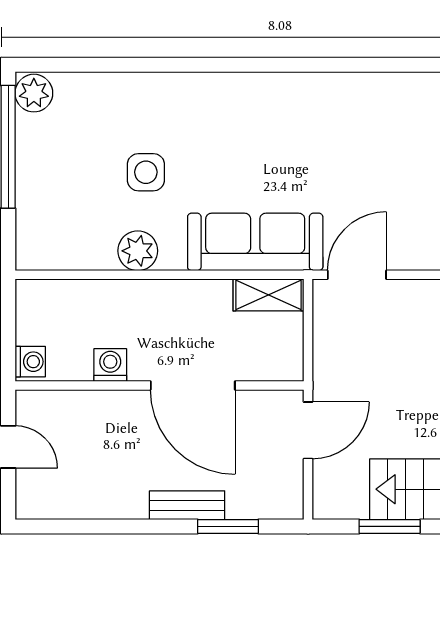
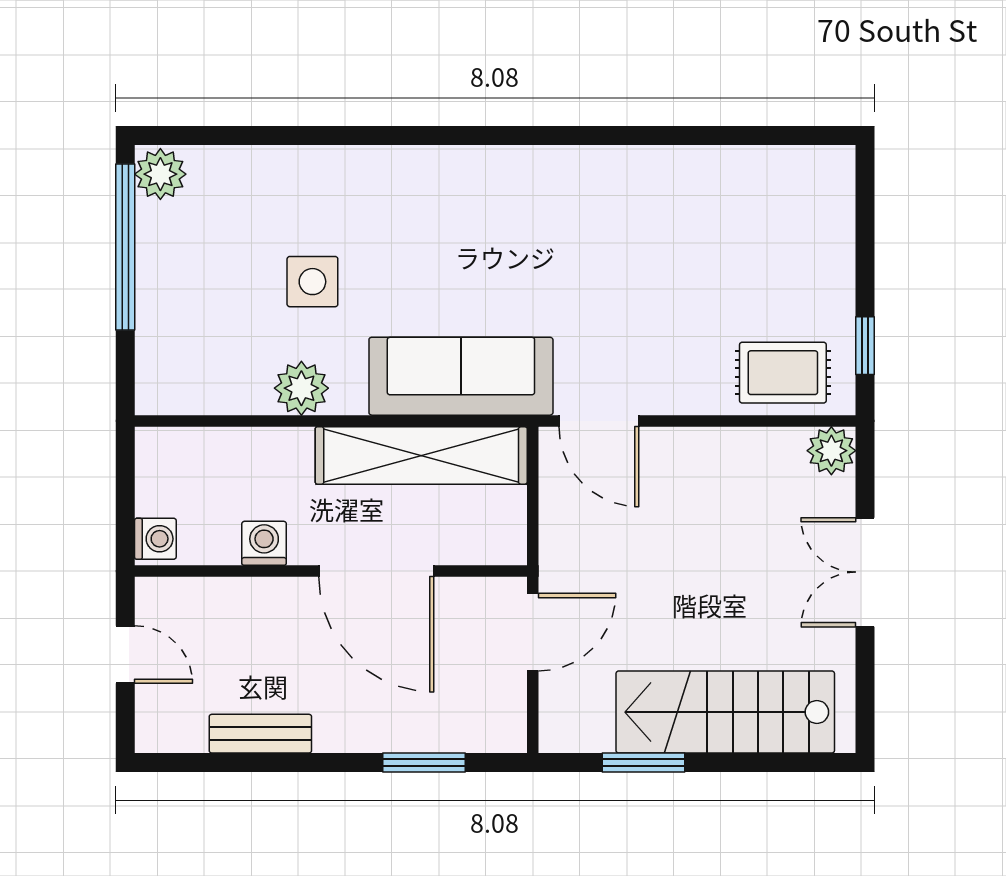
door: (357, 275) -> (599, 421), swing flipped
shelving: (268, 295) -> (421, 455), width x2.20, depth x1.33
bench: (187, 505) -> (260, 734), moved

